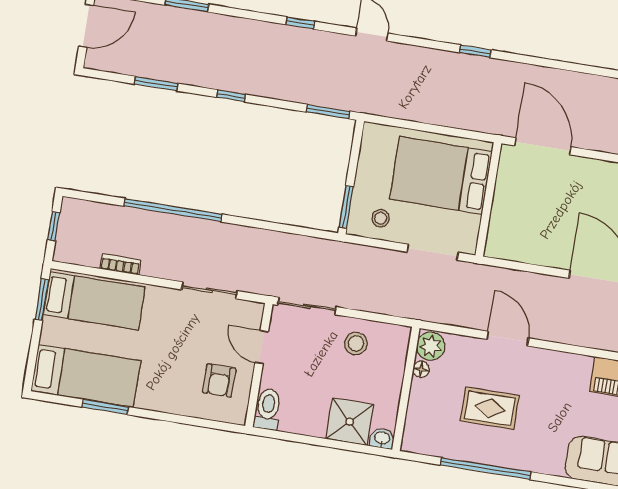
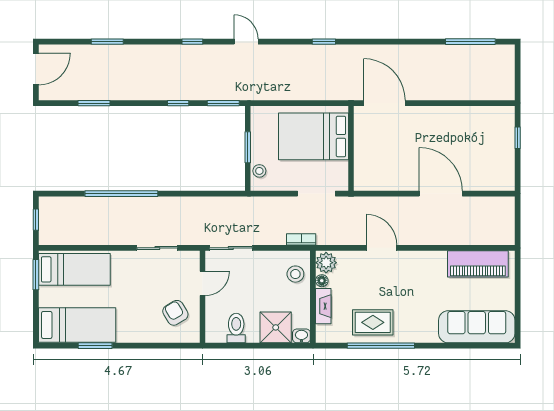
window: (231, 96) -> (178, 103), moved
window: (346, 207) -> (248, 147), moved
stool: (381, 218) -> (259, 171), moved
bookcase: (120, 264) -> (301, 239), moved
stool: (356, 343) -> (295, 274), moved
door: (262, 347) -> (203, 283), swing flipped
armchair: (219, 380) -> (175, 313), turned 149
fireplace: (418, 403) -> (323, 306), added
rug: (490, 408) -> (373, 322), moved
toilet: (268, 409) -> (236, 328), moved

